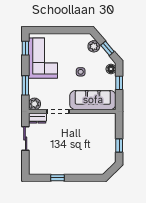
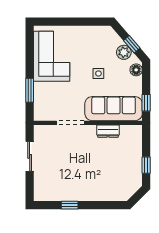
plant: (94, 46) -> (124, 52), moved
window: (25, 48) -> (30, 44), removed
window: (119, 83) -> (146, 103), moved
plant: (34, 104) -> (41, 113), removed
dresser: (37, 118) -> (108, 131), moved

